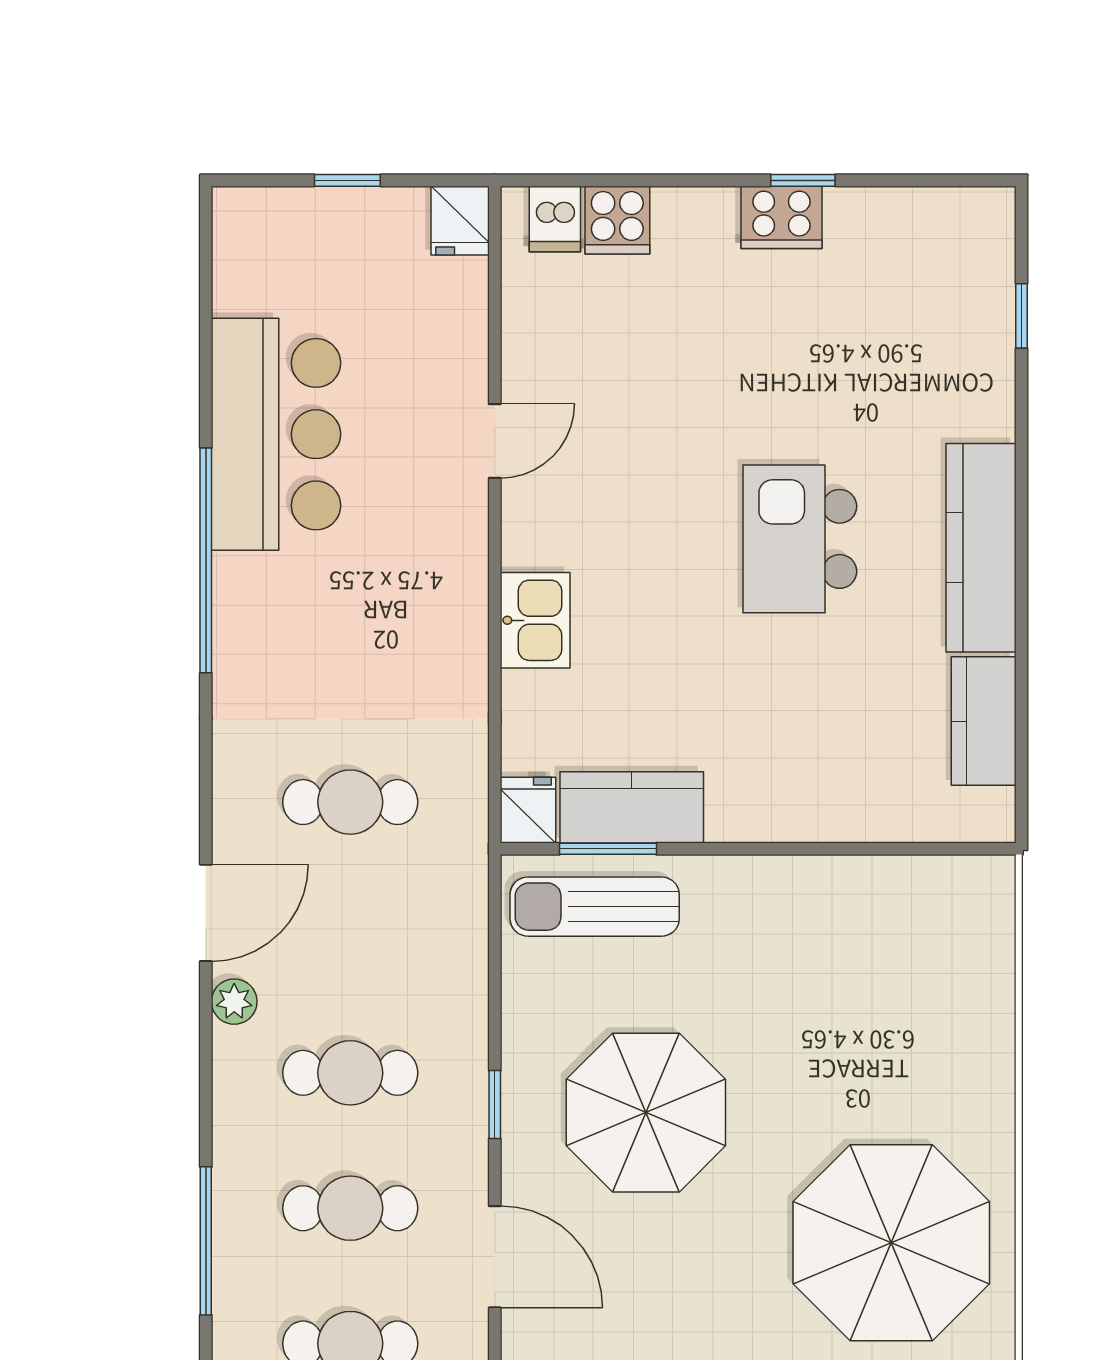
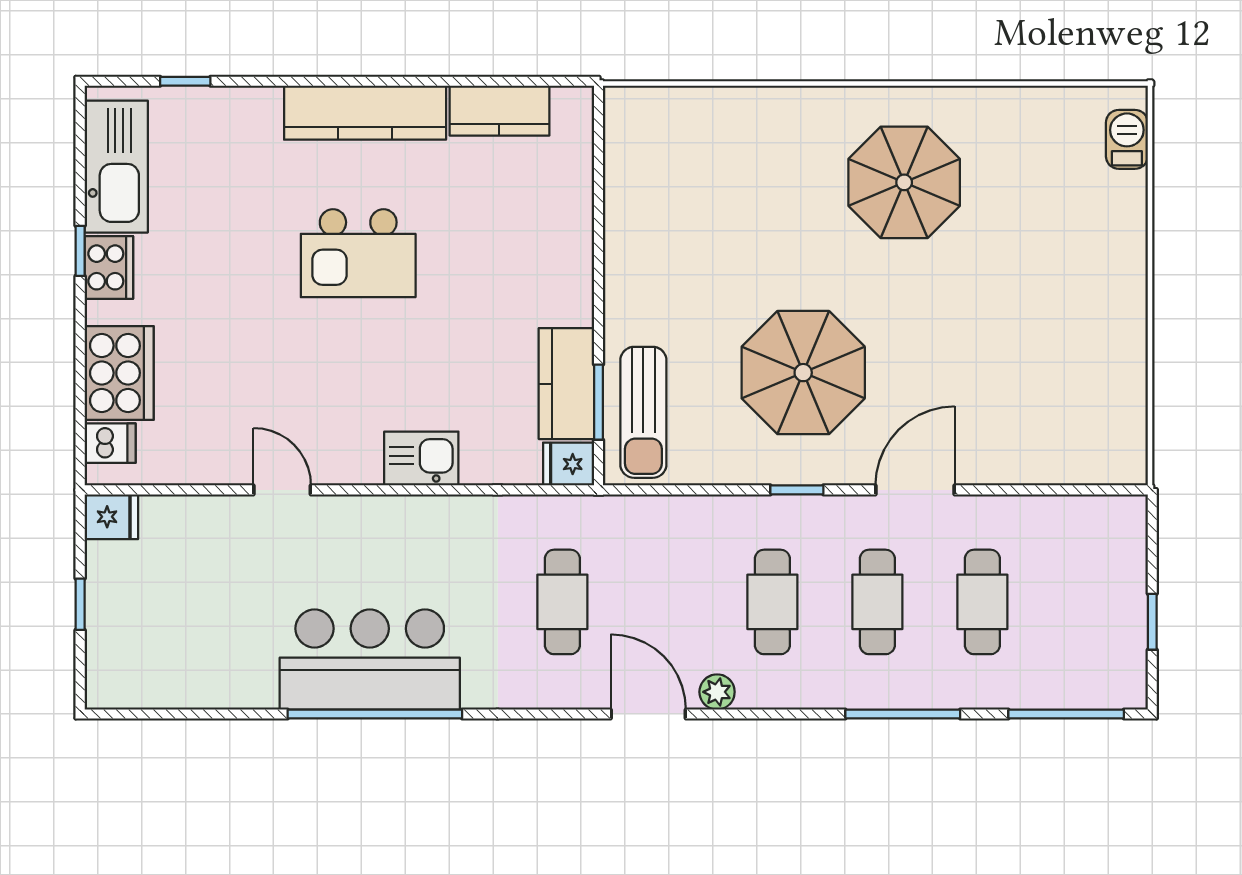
cooker: (617, 220) -> (119, 373), width x1.87, depth x1.31
kitchen sink: (912, 227) -> (116, 167), added
bar counter: (276, 434) -> (370, 660), moved
parasol: (891, 1243) -> (904, 182), width x0.73, depth x0.73

